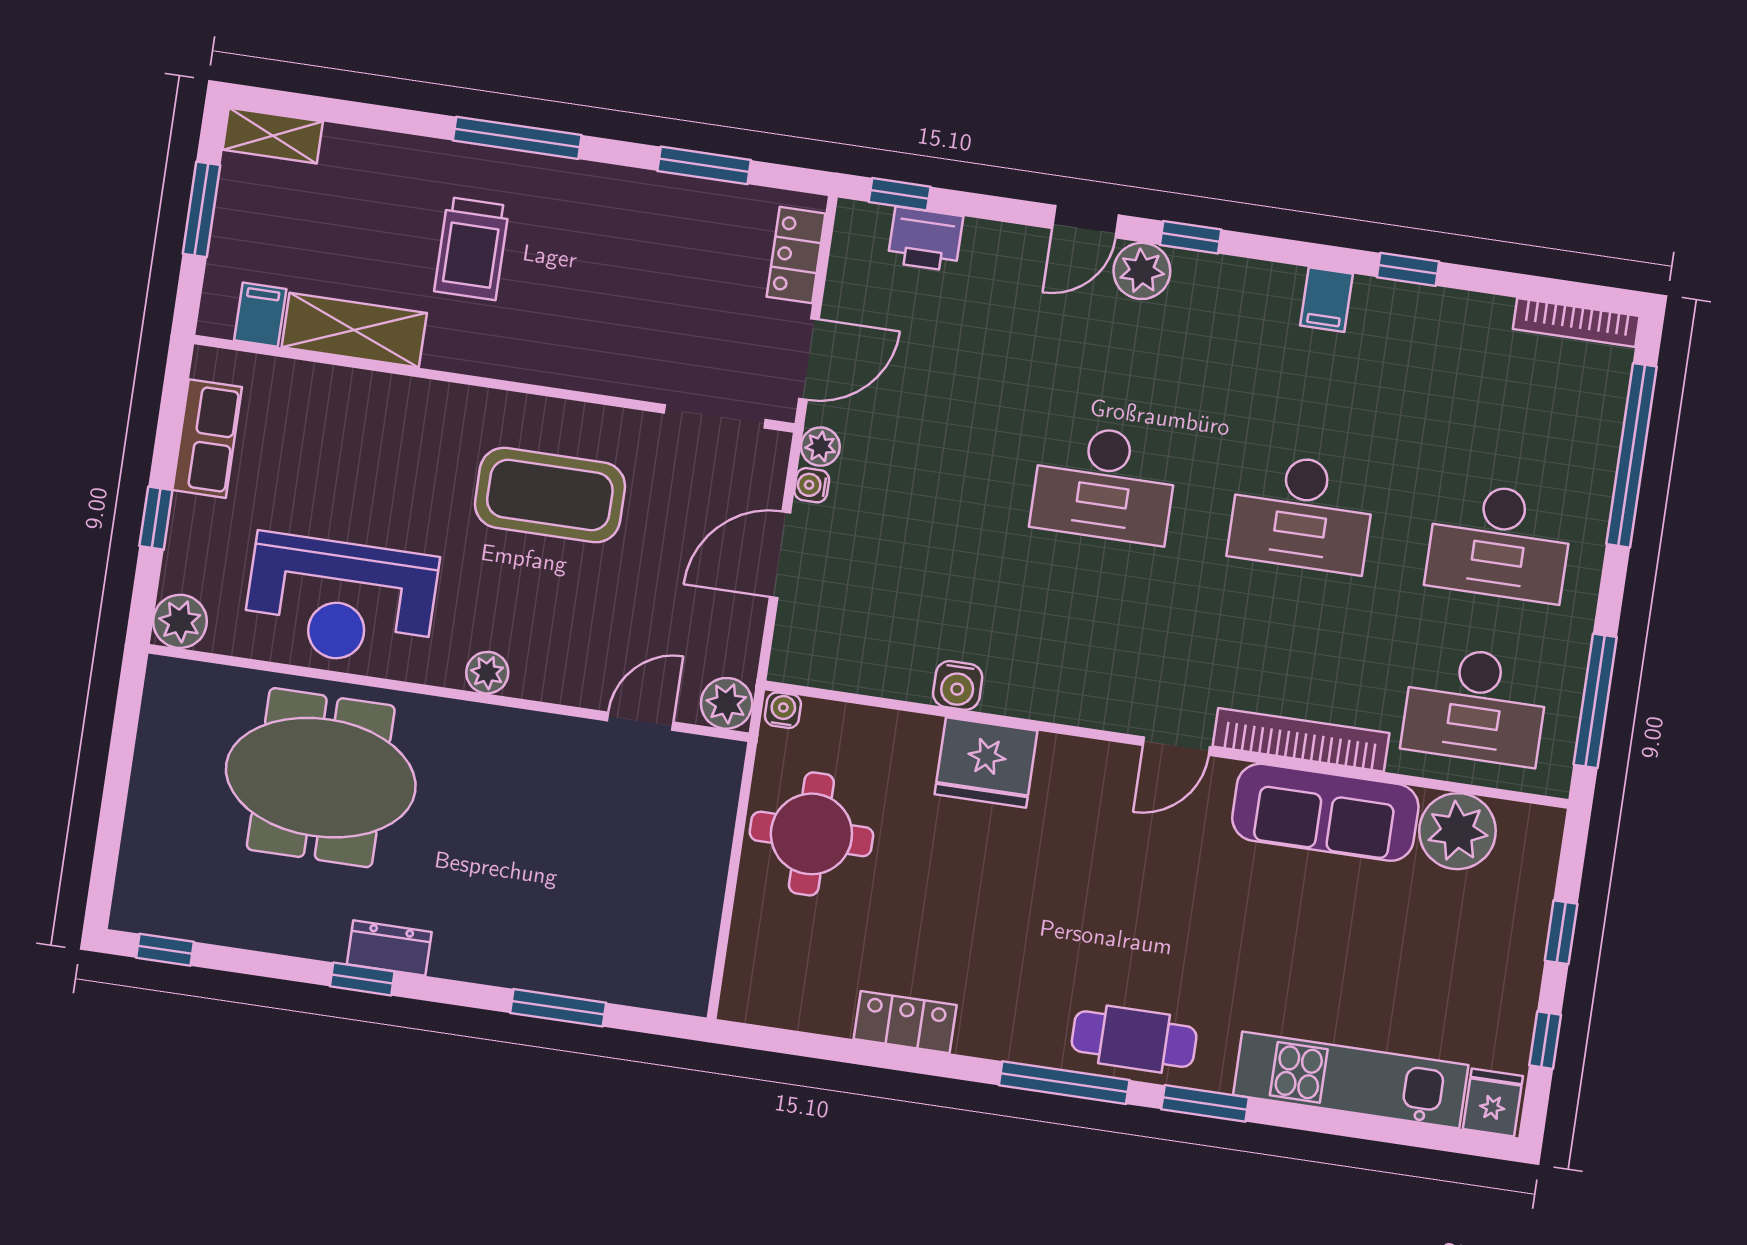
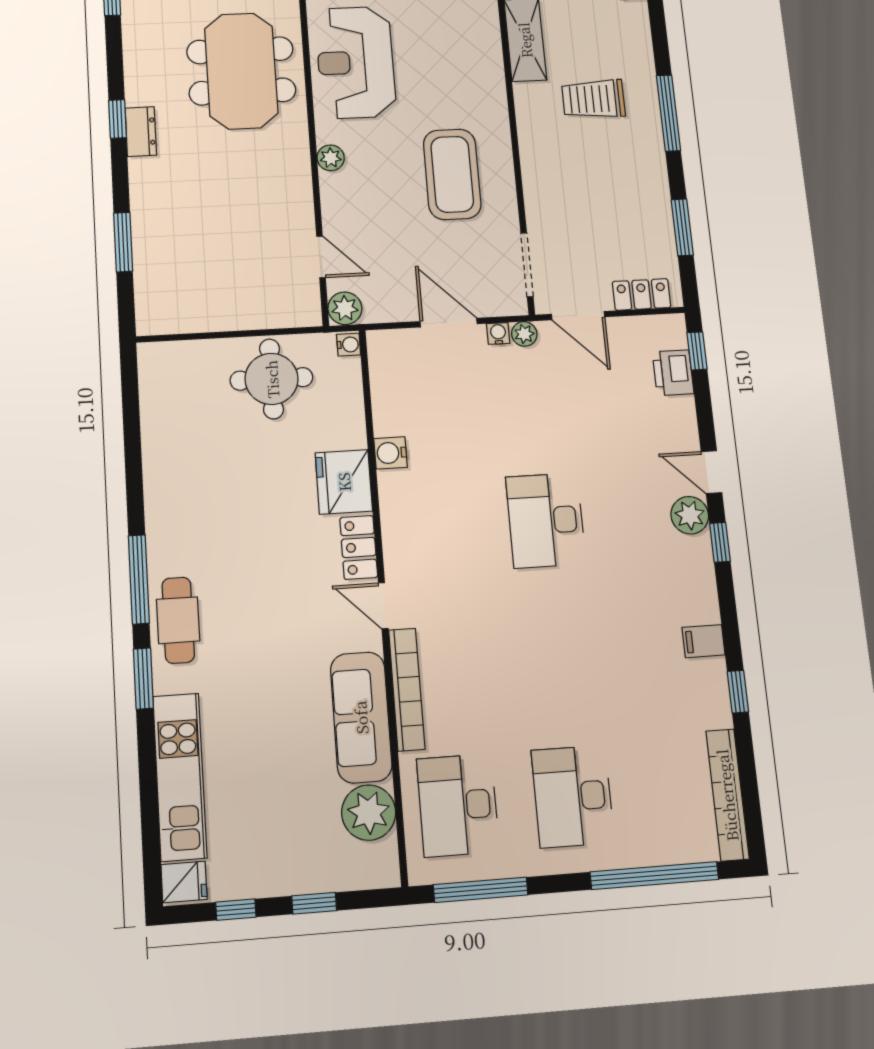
bookcase: (1576, 323) -> (727, 795), width x1.48, depth x1.31
desk: (1302, 513) -> (559, 656), removed
locker: (905, 1022) -> (359, 547), moved, turned 180

